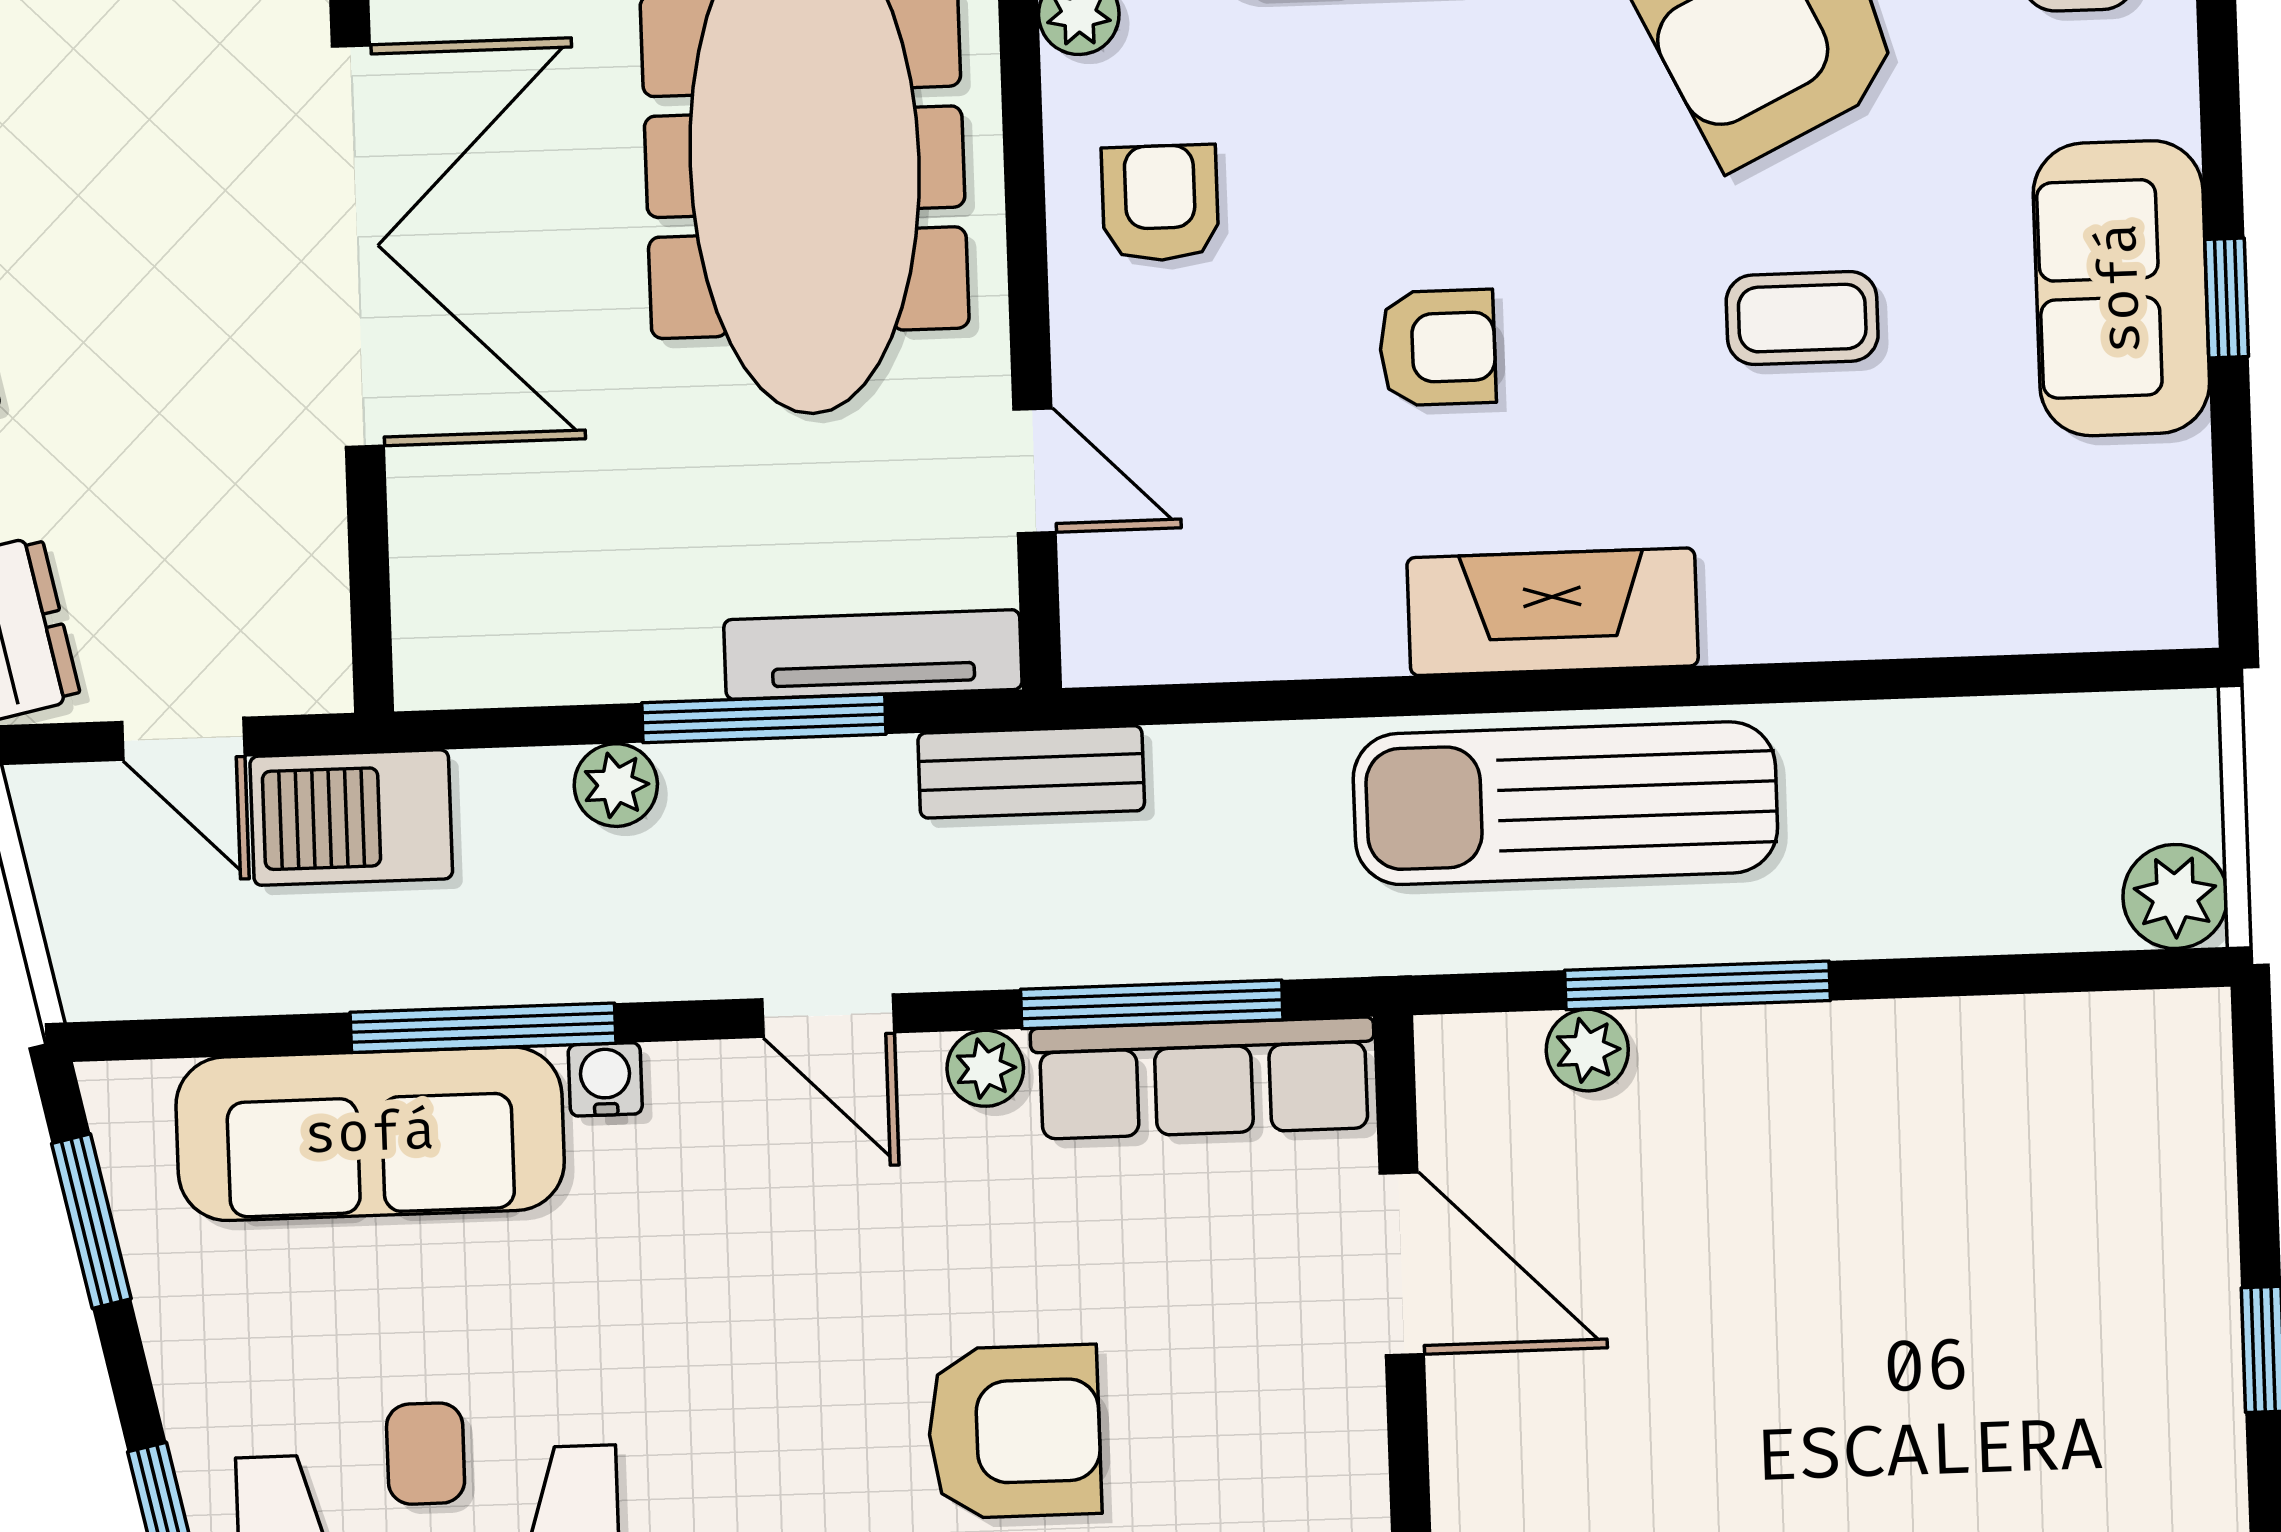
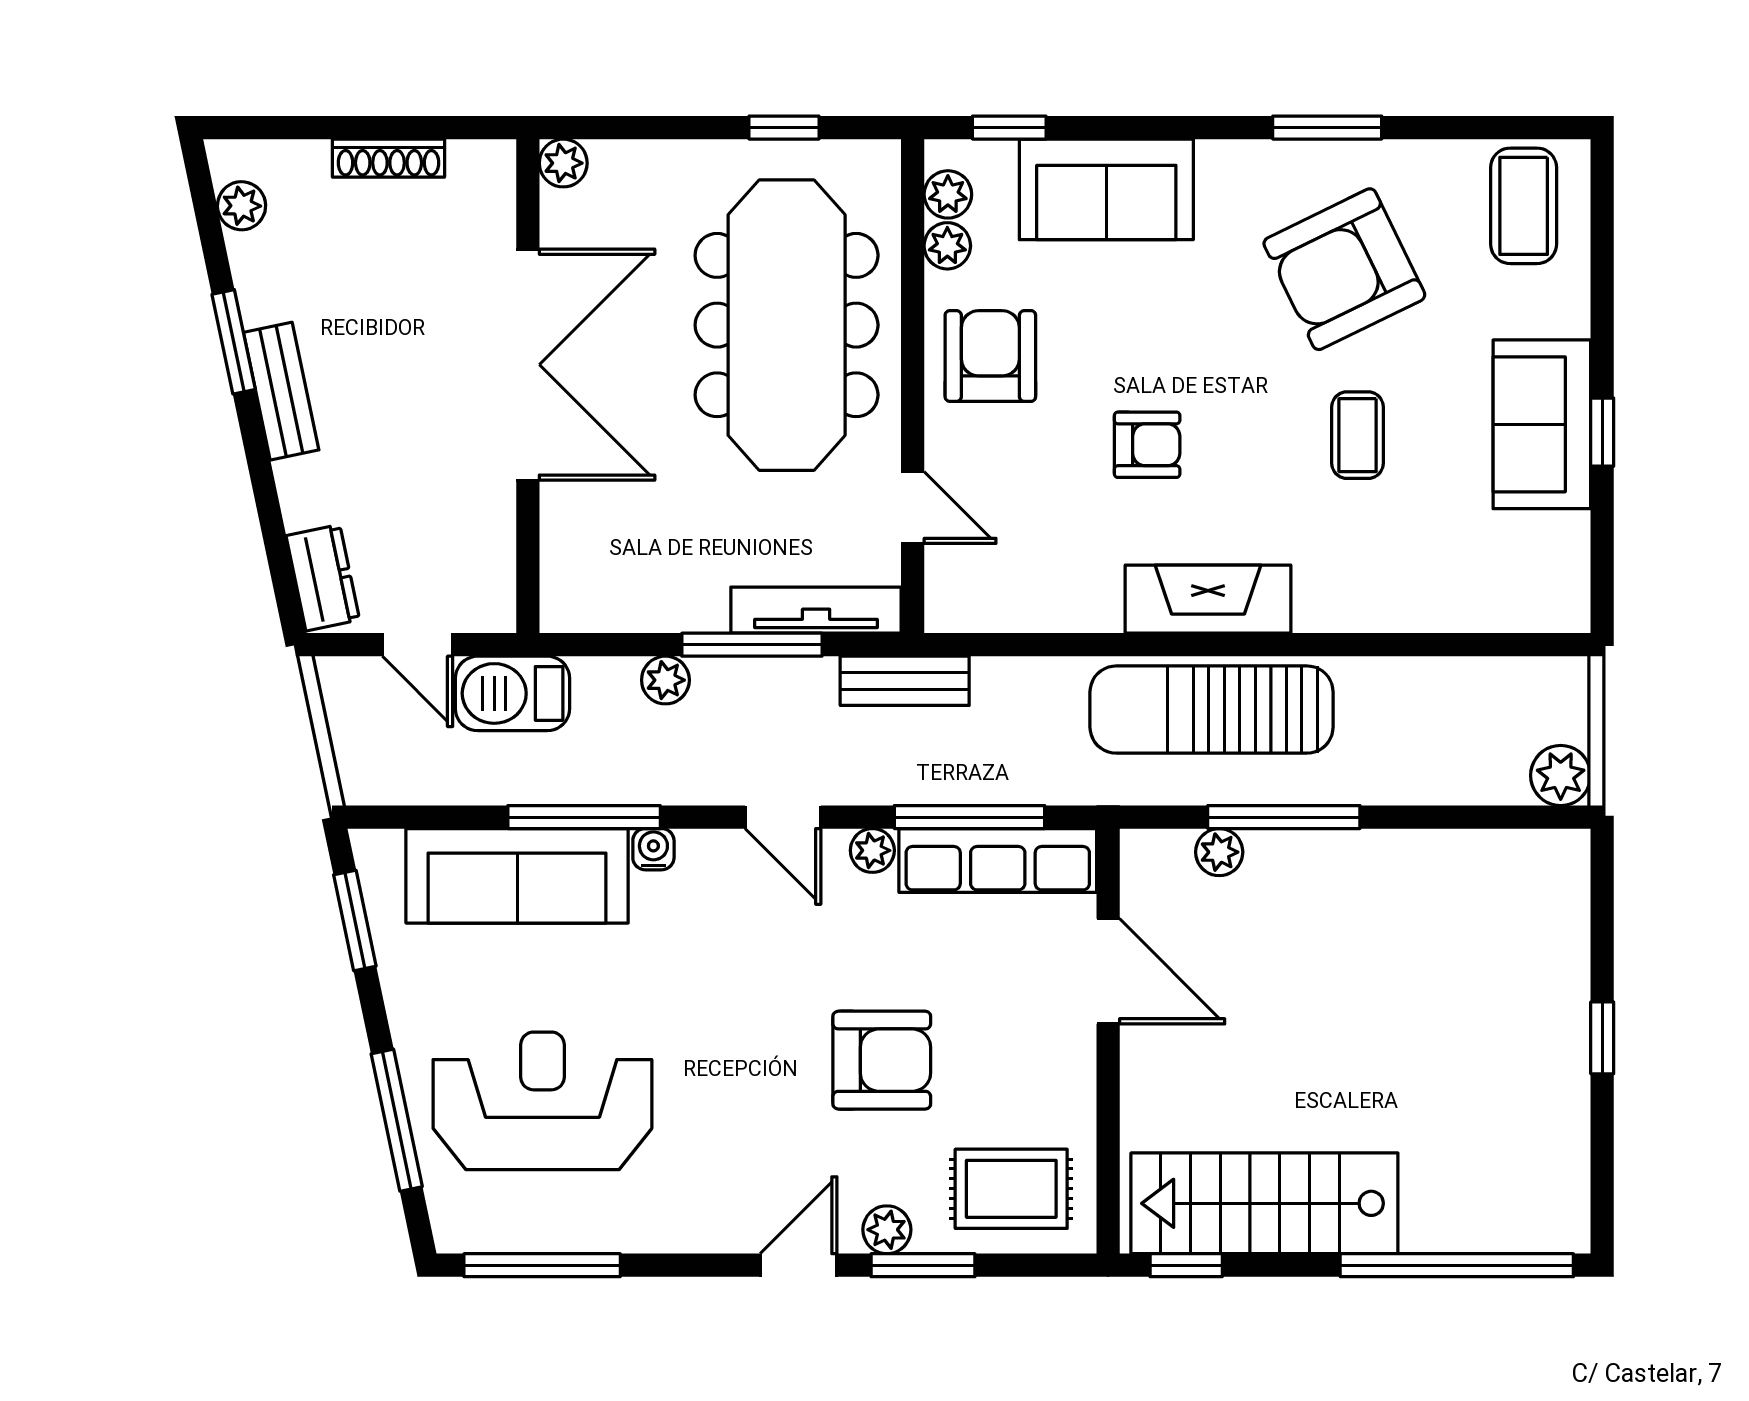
armchair: (1160, 203) -> (990, 356), width x1.38, depth x1.38
coffee table: (1802, 318) -> (1358, 435), turned 90

